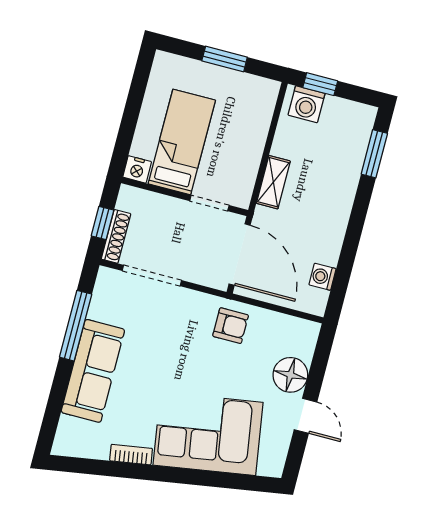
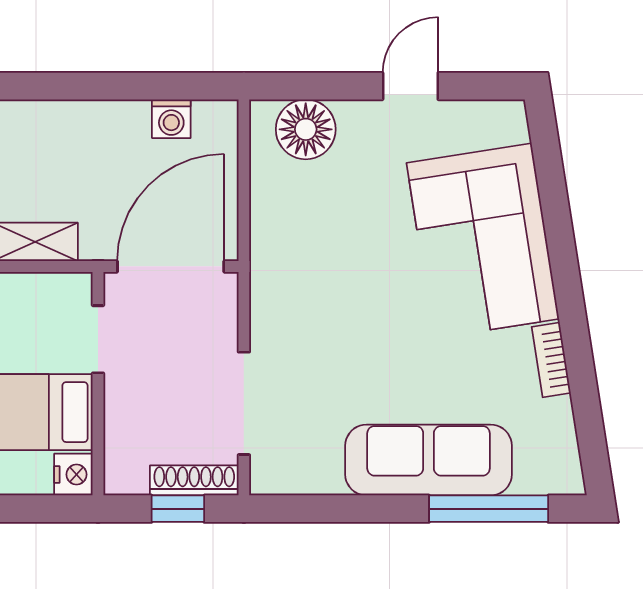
window: (76, 326) -> (489, 509), moved
armchair: (231, 326) -> (293, 251), removed
floor lamp: (290, 375) -> (306, 129), moved

